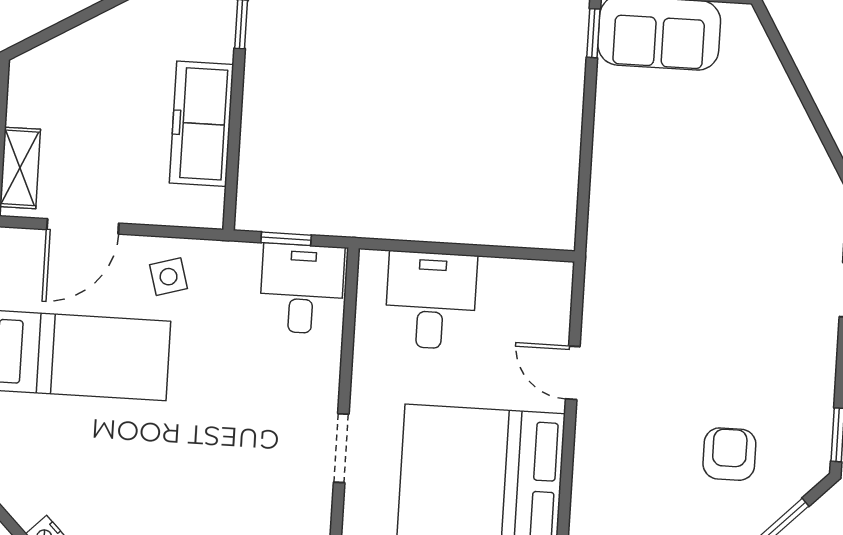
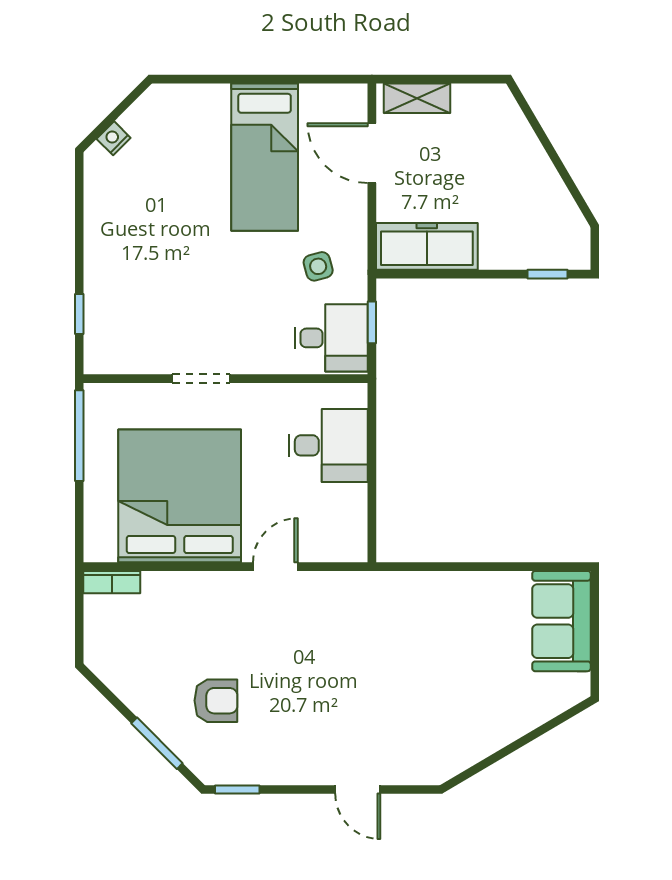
window: (593, 33) -> (558, 567), removed
freezer: (201, 124) -> (427, 246), moved
side table: (169, 277) -> (318, 266), moved

